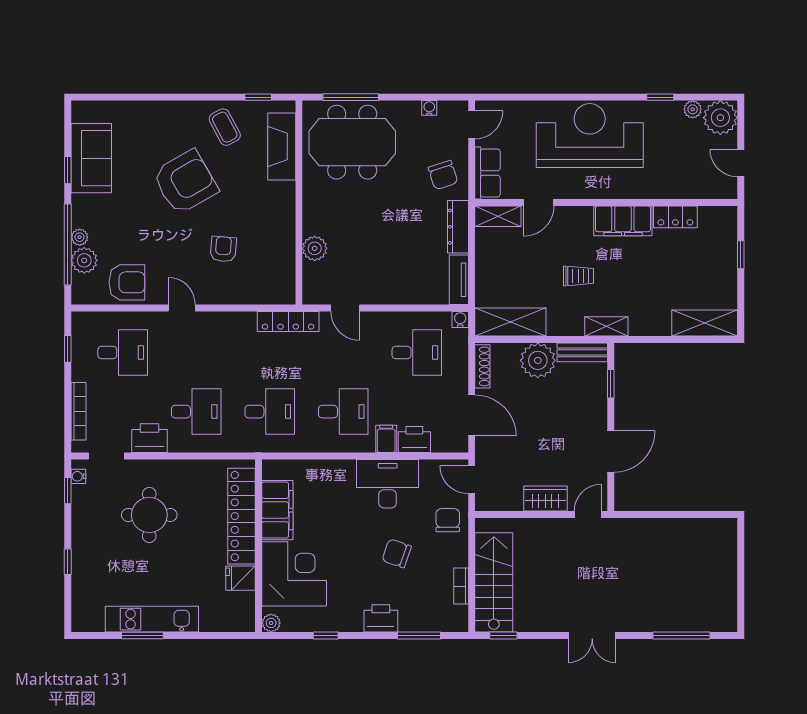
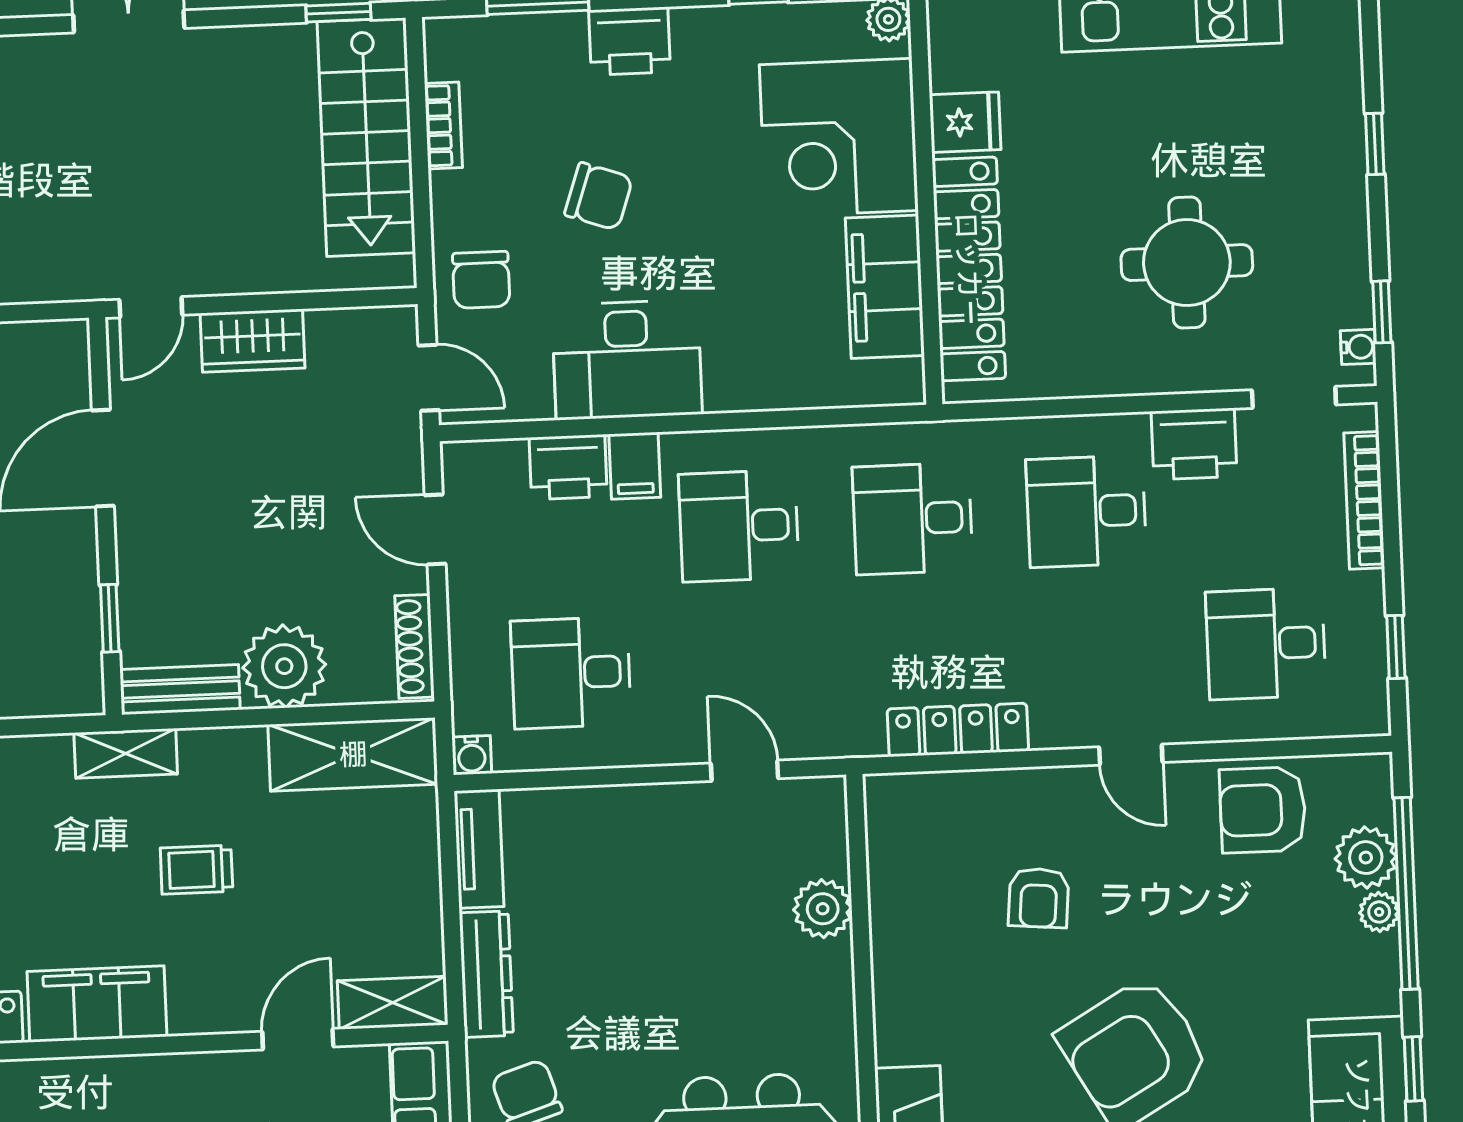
locker: (288, 322) -> (958, 730), moved
door: (472, 415) -> (435, 529), width x0.73

